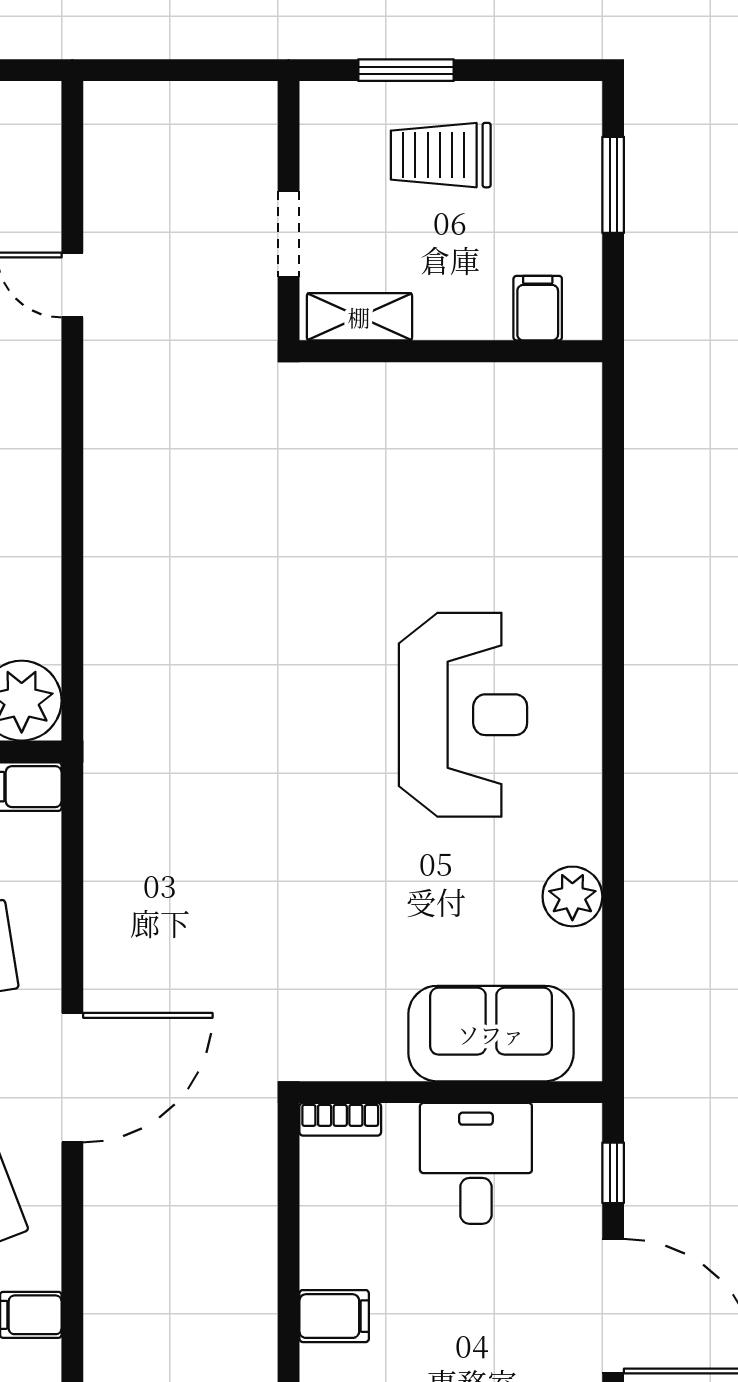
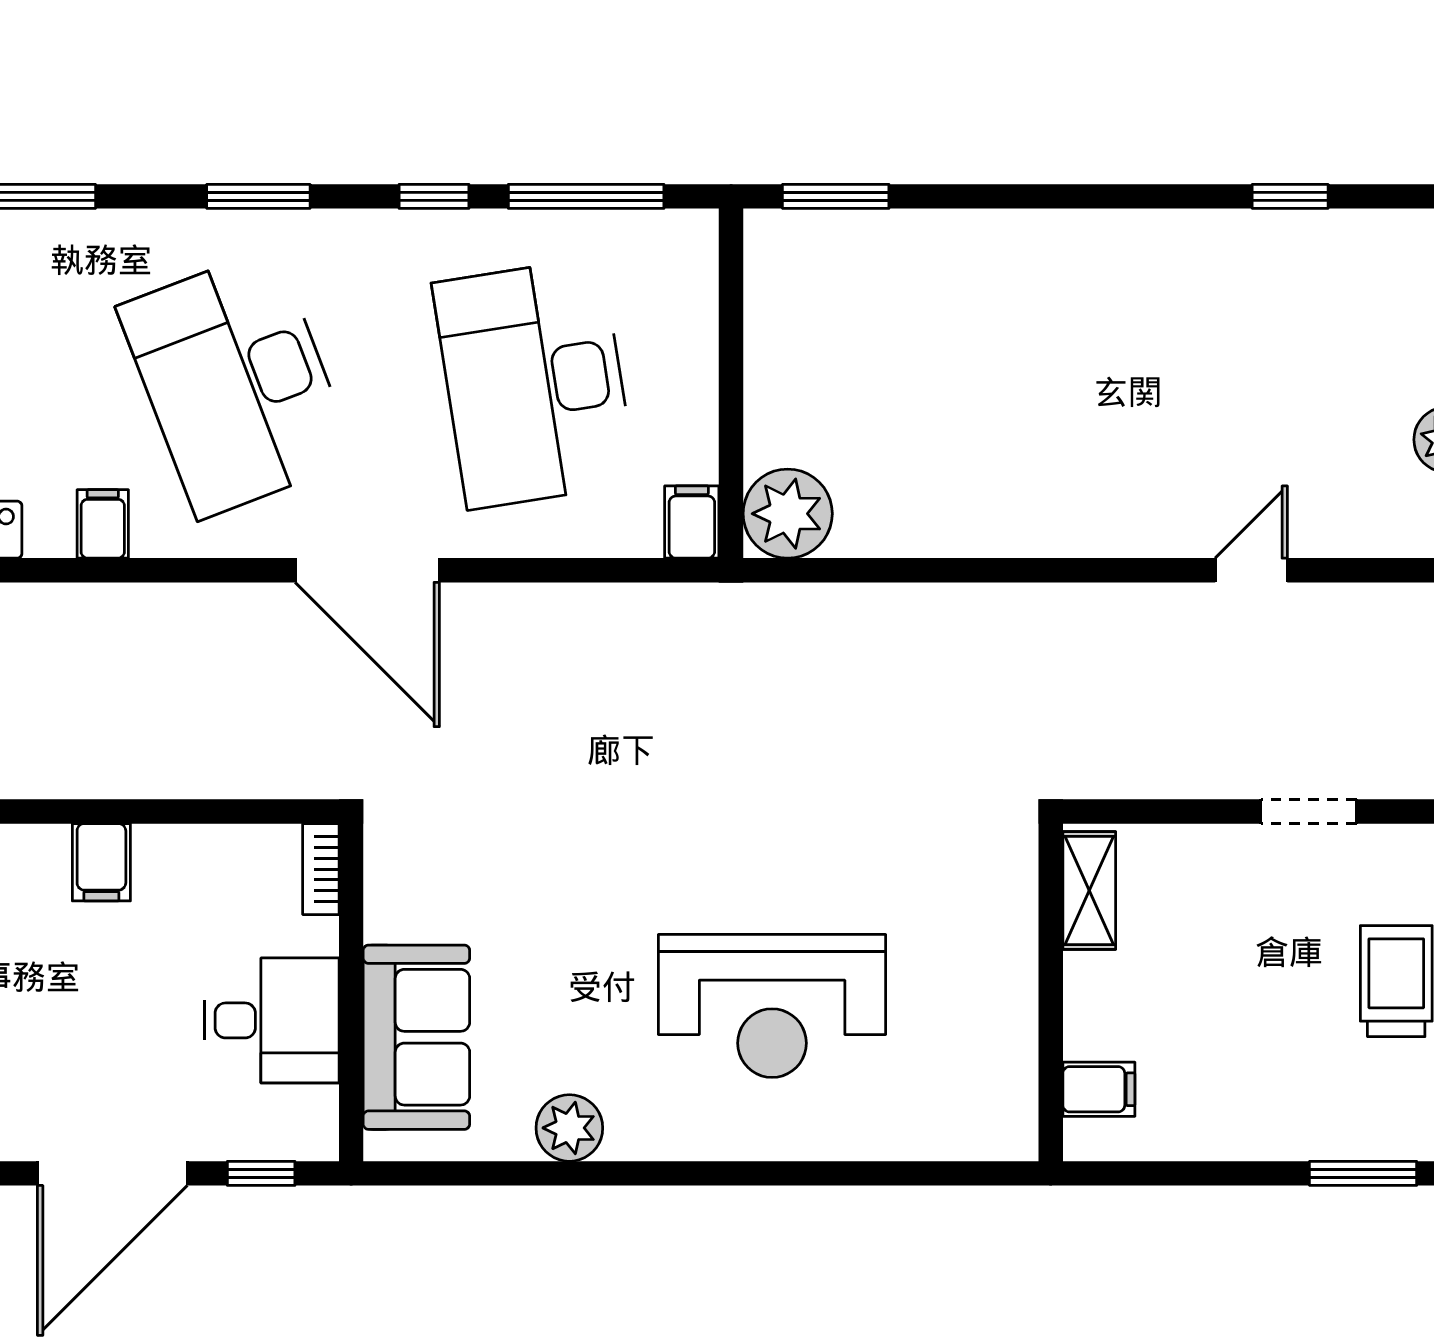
filing cabinet: (538, 308) -> (1099, 1089), moved
shelving: (359, 317) -> (1089, 890), moved
wall: (451, 351) -> (1051, 992), moved

